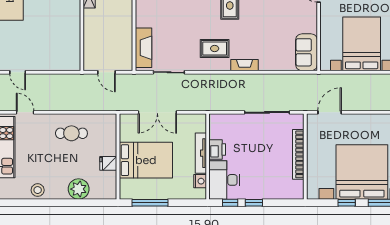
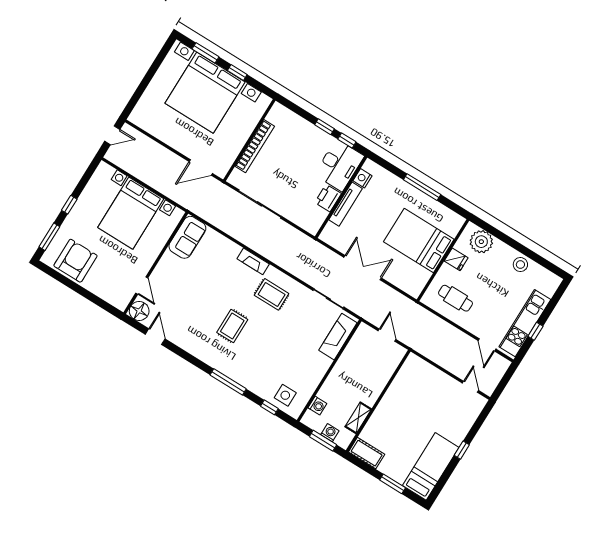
wall: (118, 157) -> (443, 260), moved
bed: (146, 160) -> (419, 241), moved
fridge: (108, 163) -> (456, 259), moved

